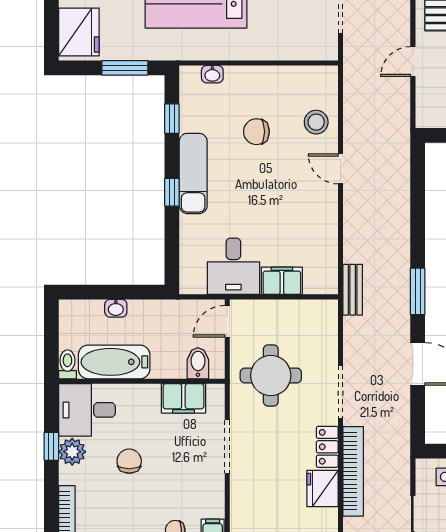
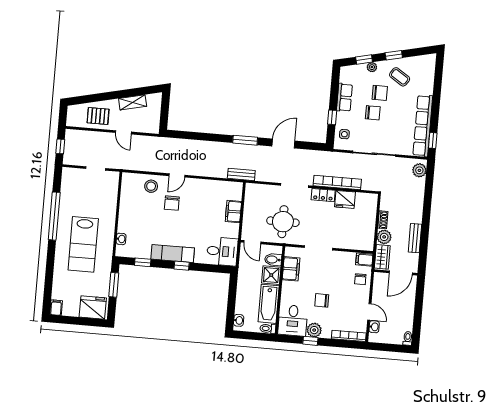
chair: (256, 132) -> (172, 203), moved
desk: (233, 266) -> (222, 251), moved
washbasin: (116, 308) -> (239, 320), moved
shower: (168, 362) -> (271, 275), added

